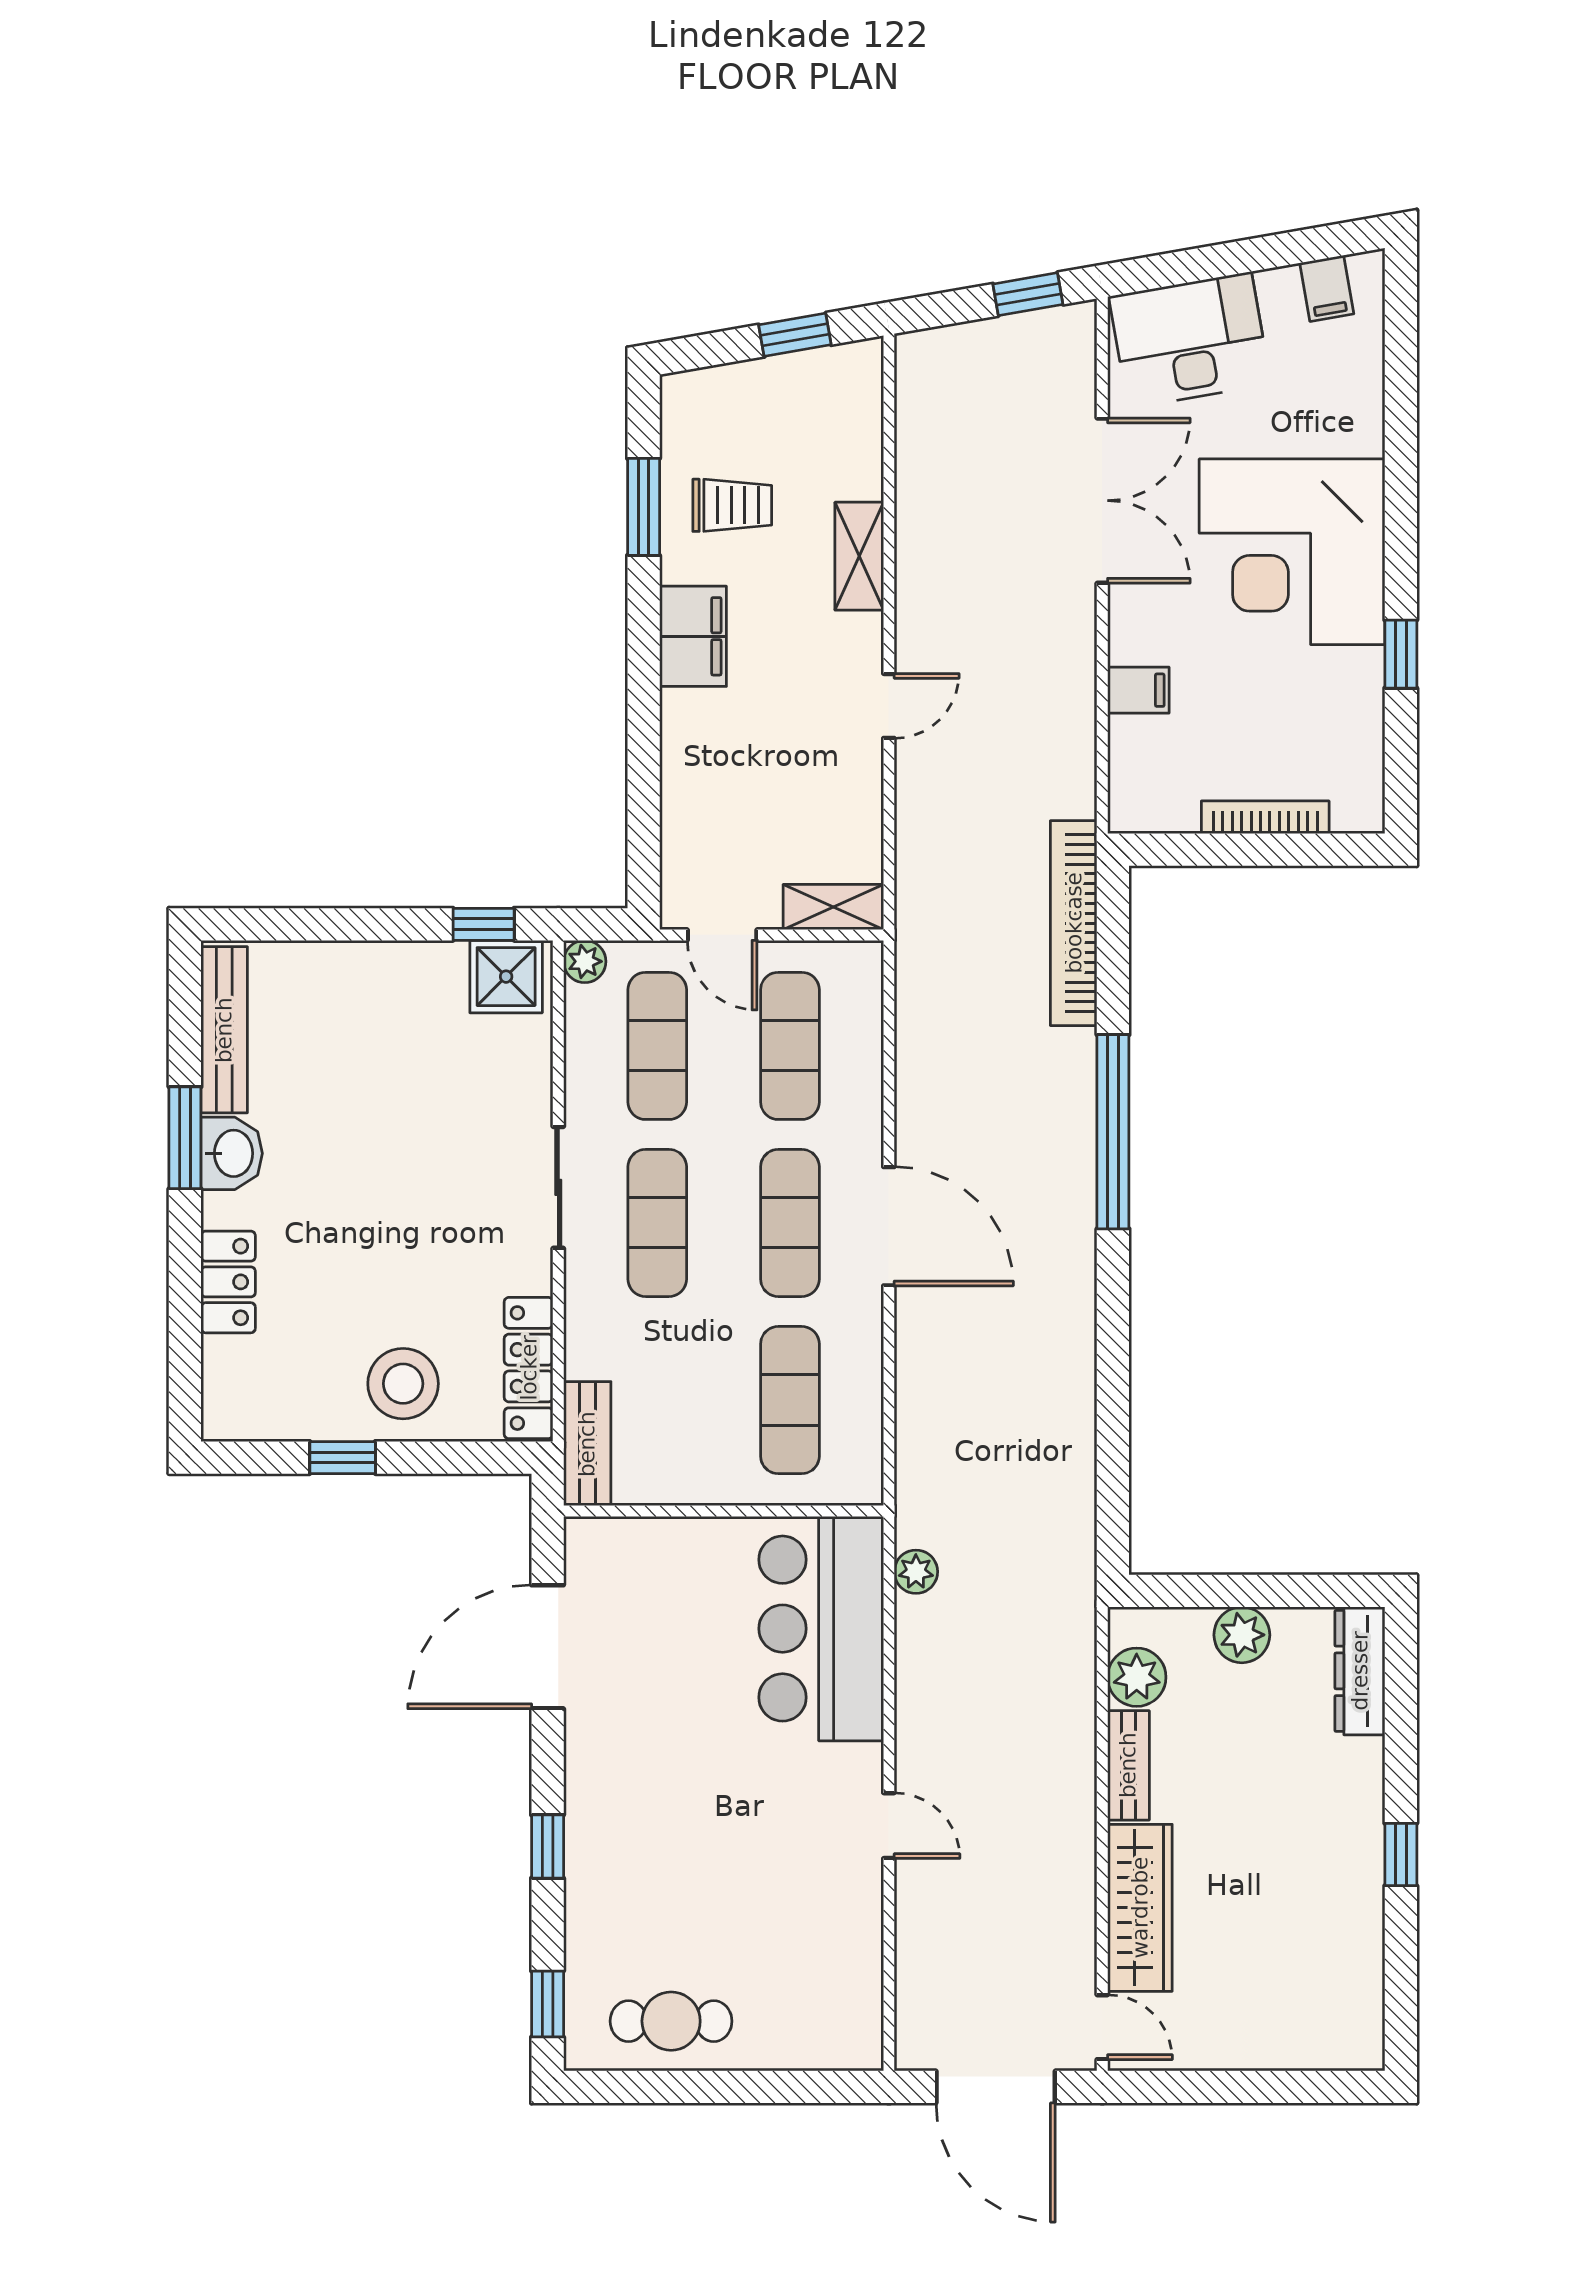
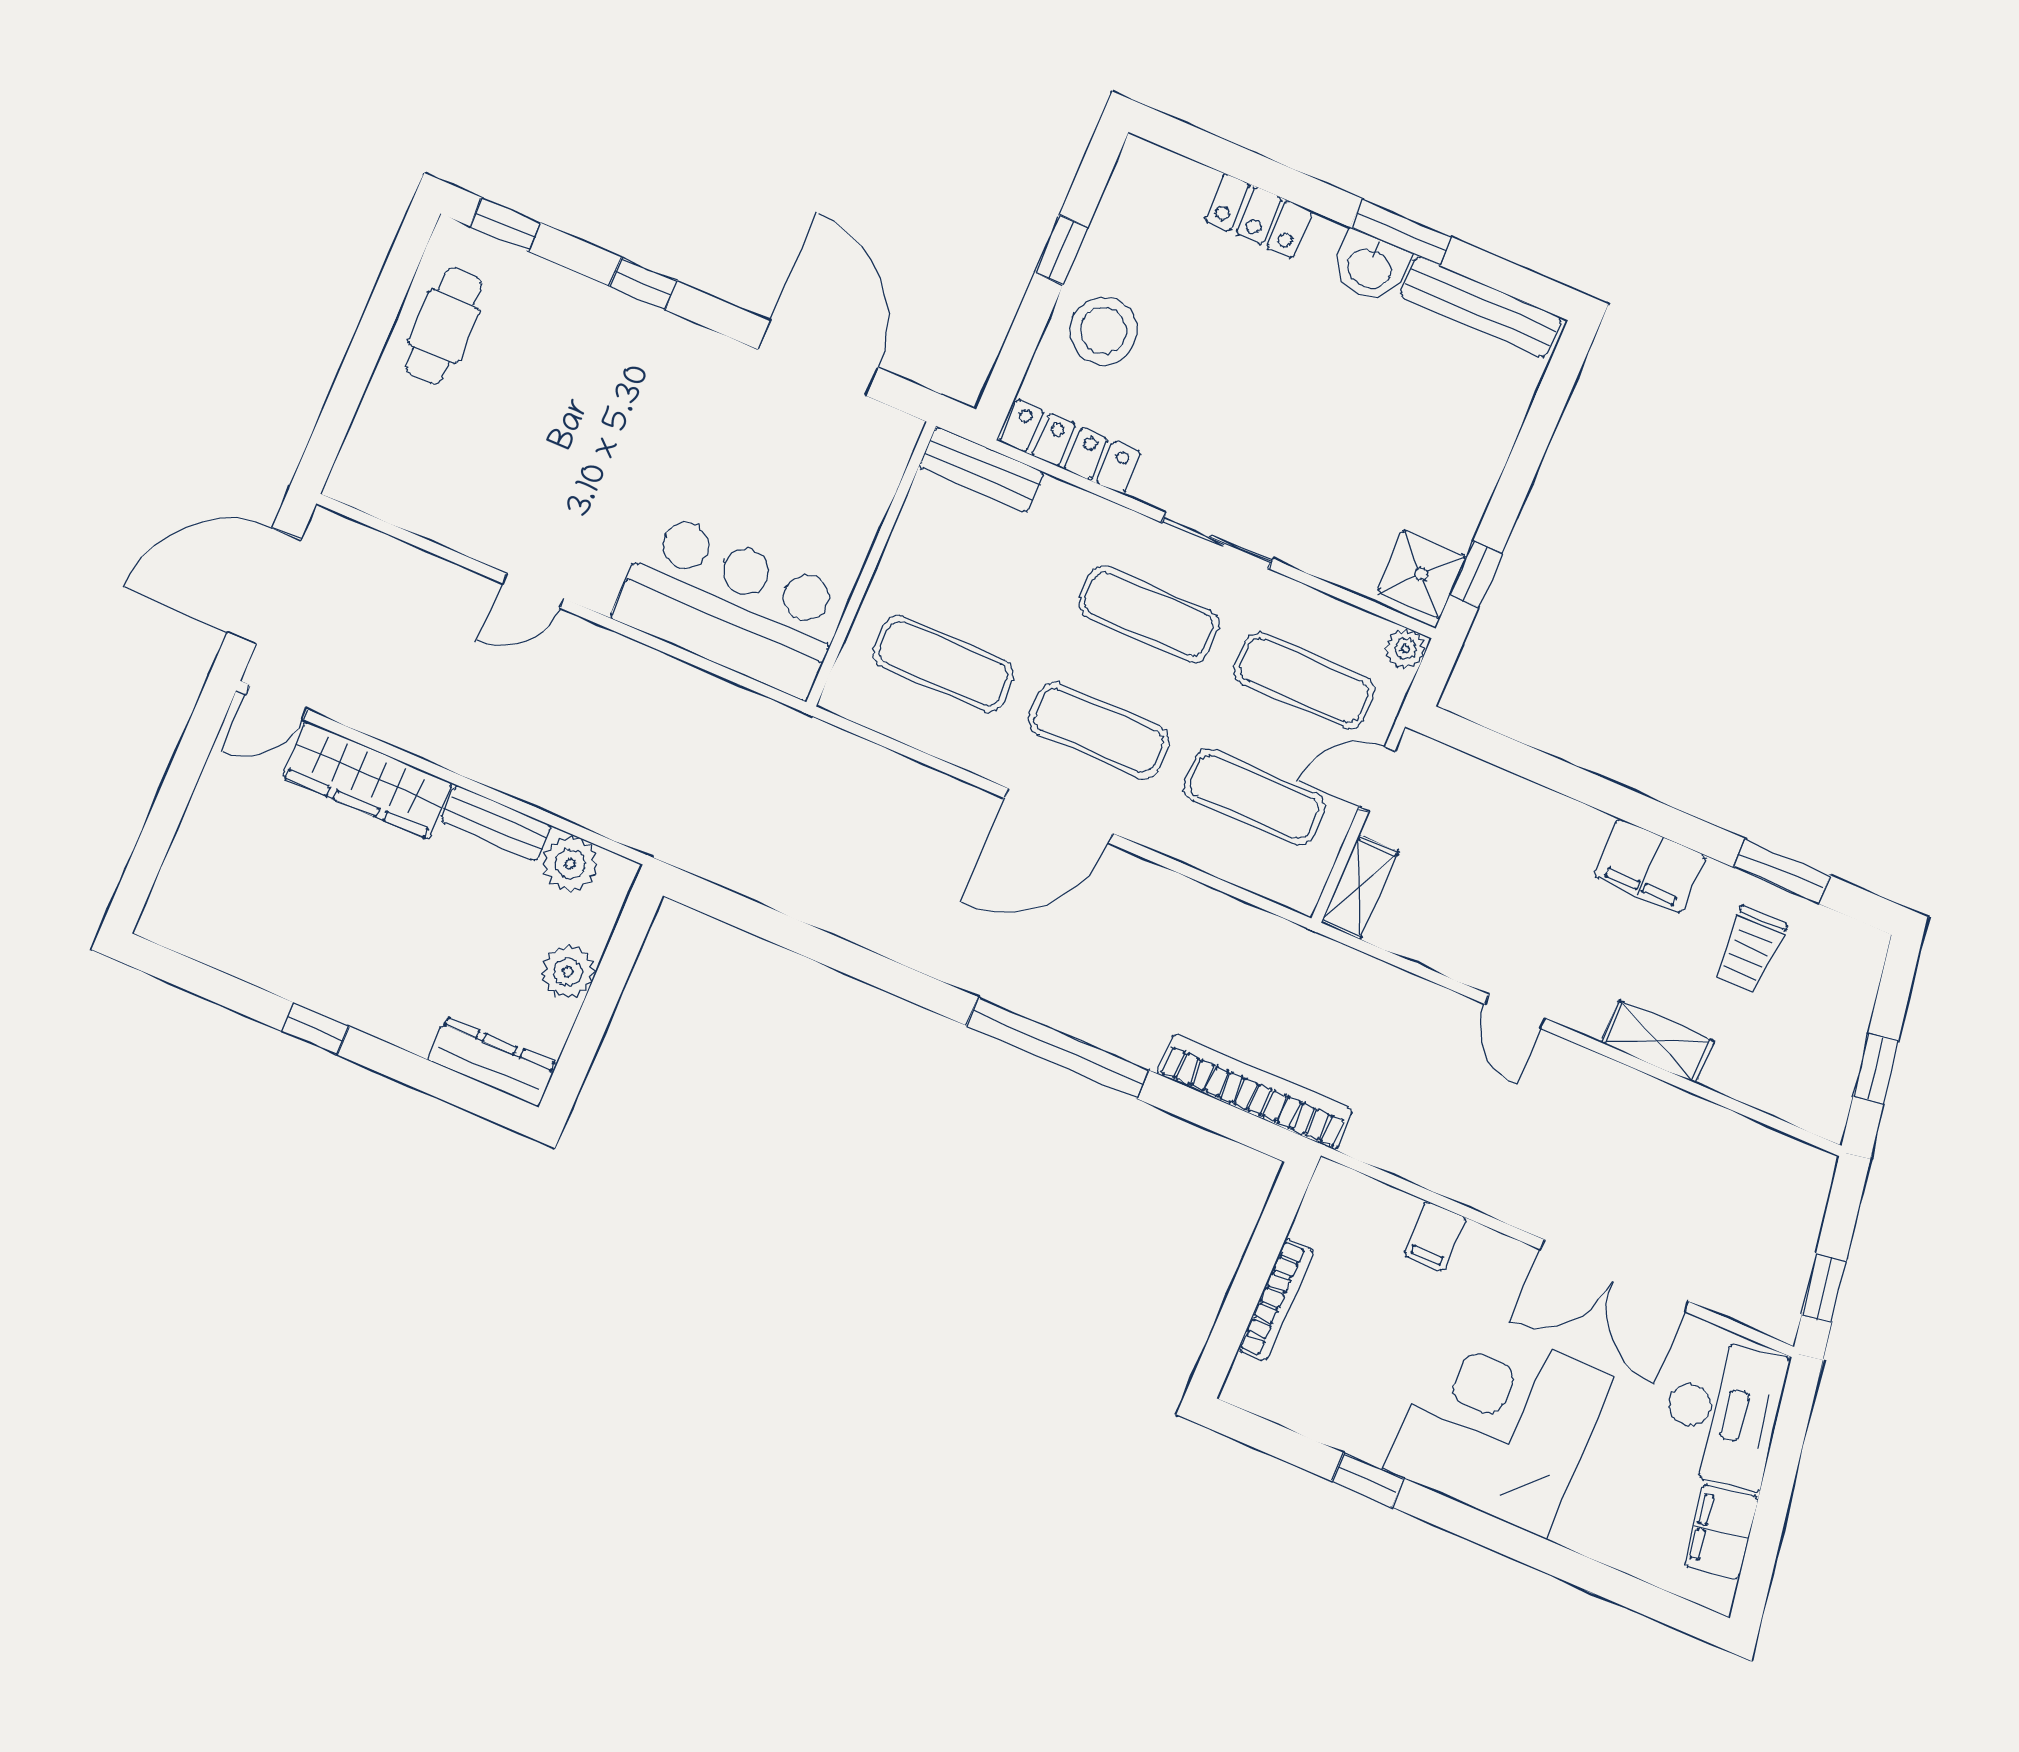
filing cabinet: (1327, 288) -> (1721, 1532), width x2.00
plant: (916, 1572) -> (746, 710), removed

